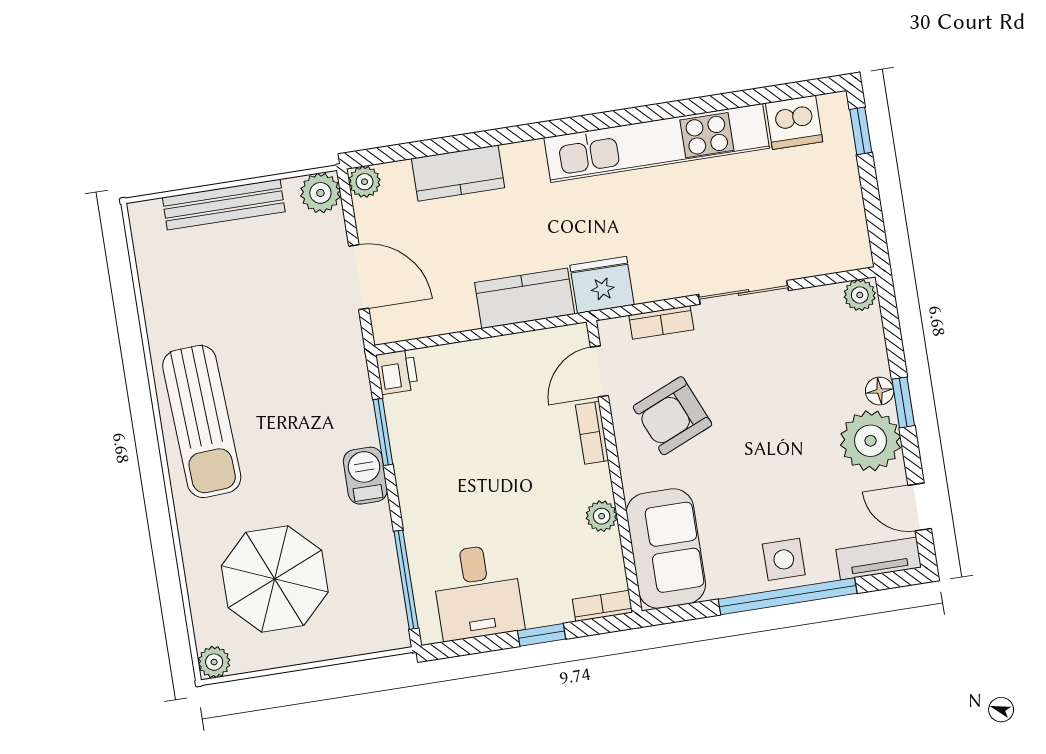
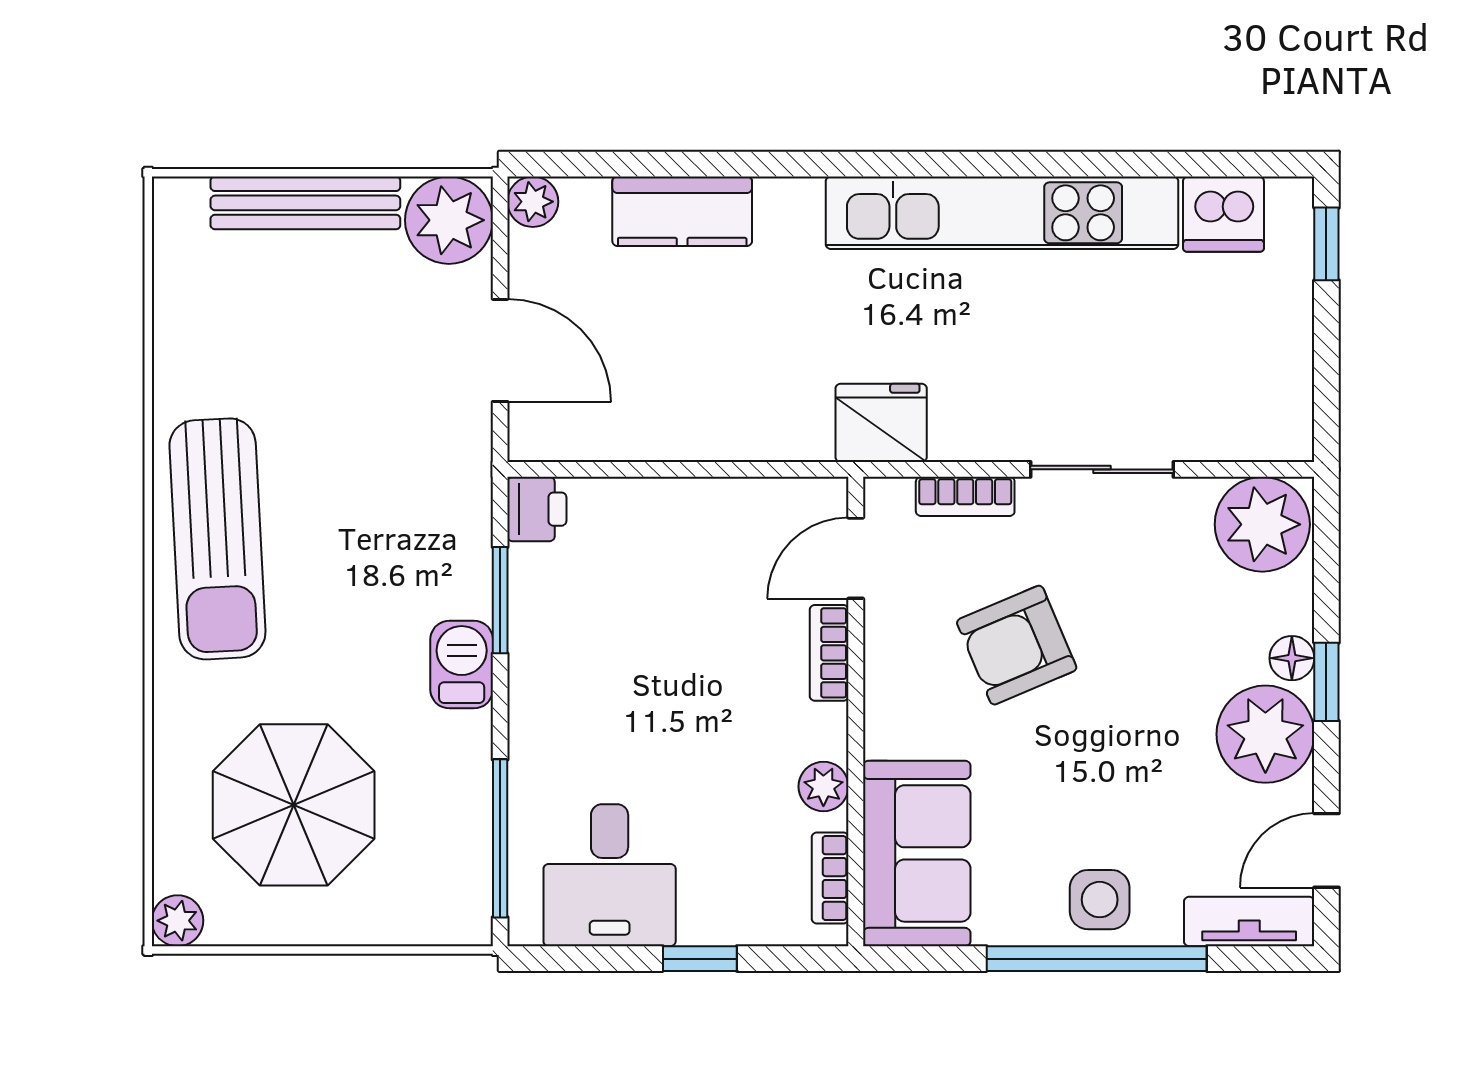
plant: (320, 193) -> (449, 220), width x1.36, depth x1.36
plant: (860, 295) -> (1262, 524), width x1.87, depth x1.87
kitchen counter: (525, 298) -> (756, 425), removed
armchair: (672, 416) -> (1017, 645), moved
door: (920, 507) -> (1326, 850), hinge flipped
bookcase: (602, 606) -> (830, 878), moved, turned -90

